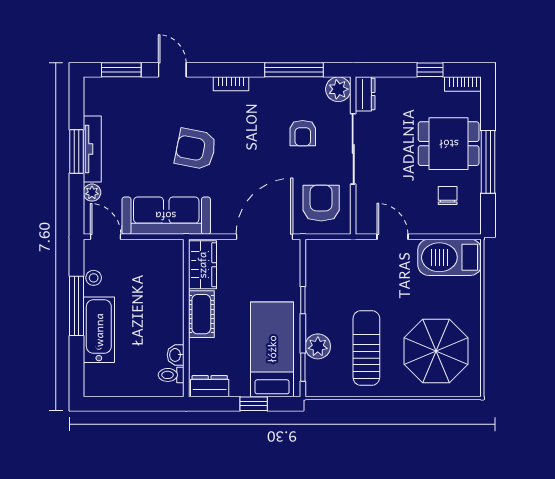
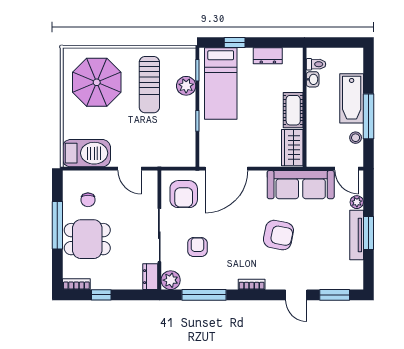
wardrobe: (202, 265) -> (292, 148), moved
cot: (201, 314) -> (293, 110), moved
wall: (186, 318) -> (305, 107), moved
washbasin: (176, 355) -> (313, 79), moved
toilet: (171, 375) -> (316, 64), moved

